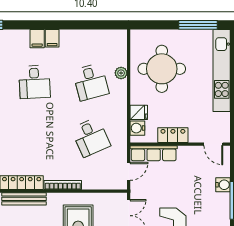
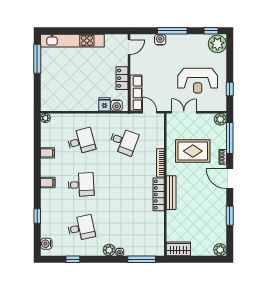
filing cabinet: (52, 38) -> (48, 153), moved
round table: (162, 69) -> (71, 87), removed
plant: (121, 73) -> (45, 118), moved
desk: (91, 137) -> (124, 141), turned 45

